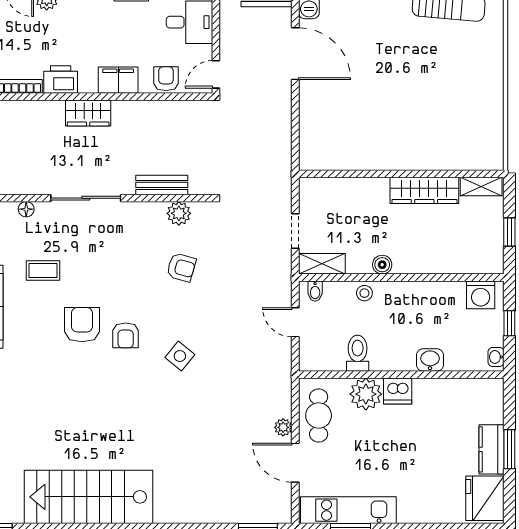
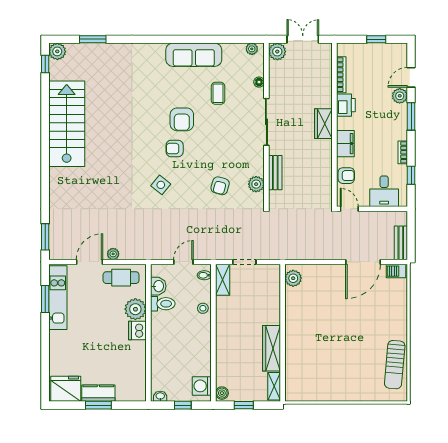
plant: (320, 158) -> (293, 278), added
boiler: (382, 265) -> (222, 393), moved
armchair: (82, 325) -> (182, 119), turned 90
washbasin: (430, 360) -> (158, 286), moved

